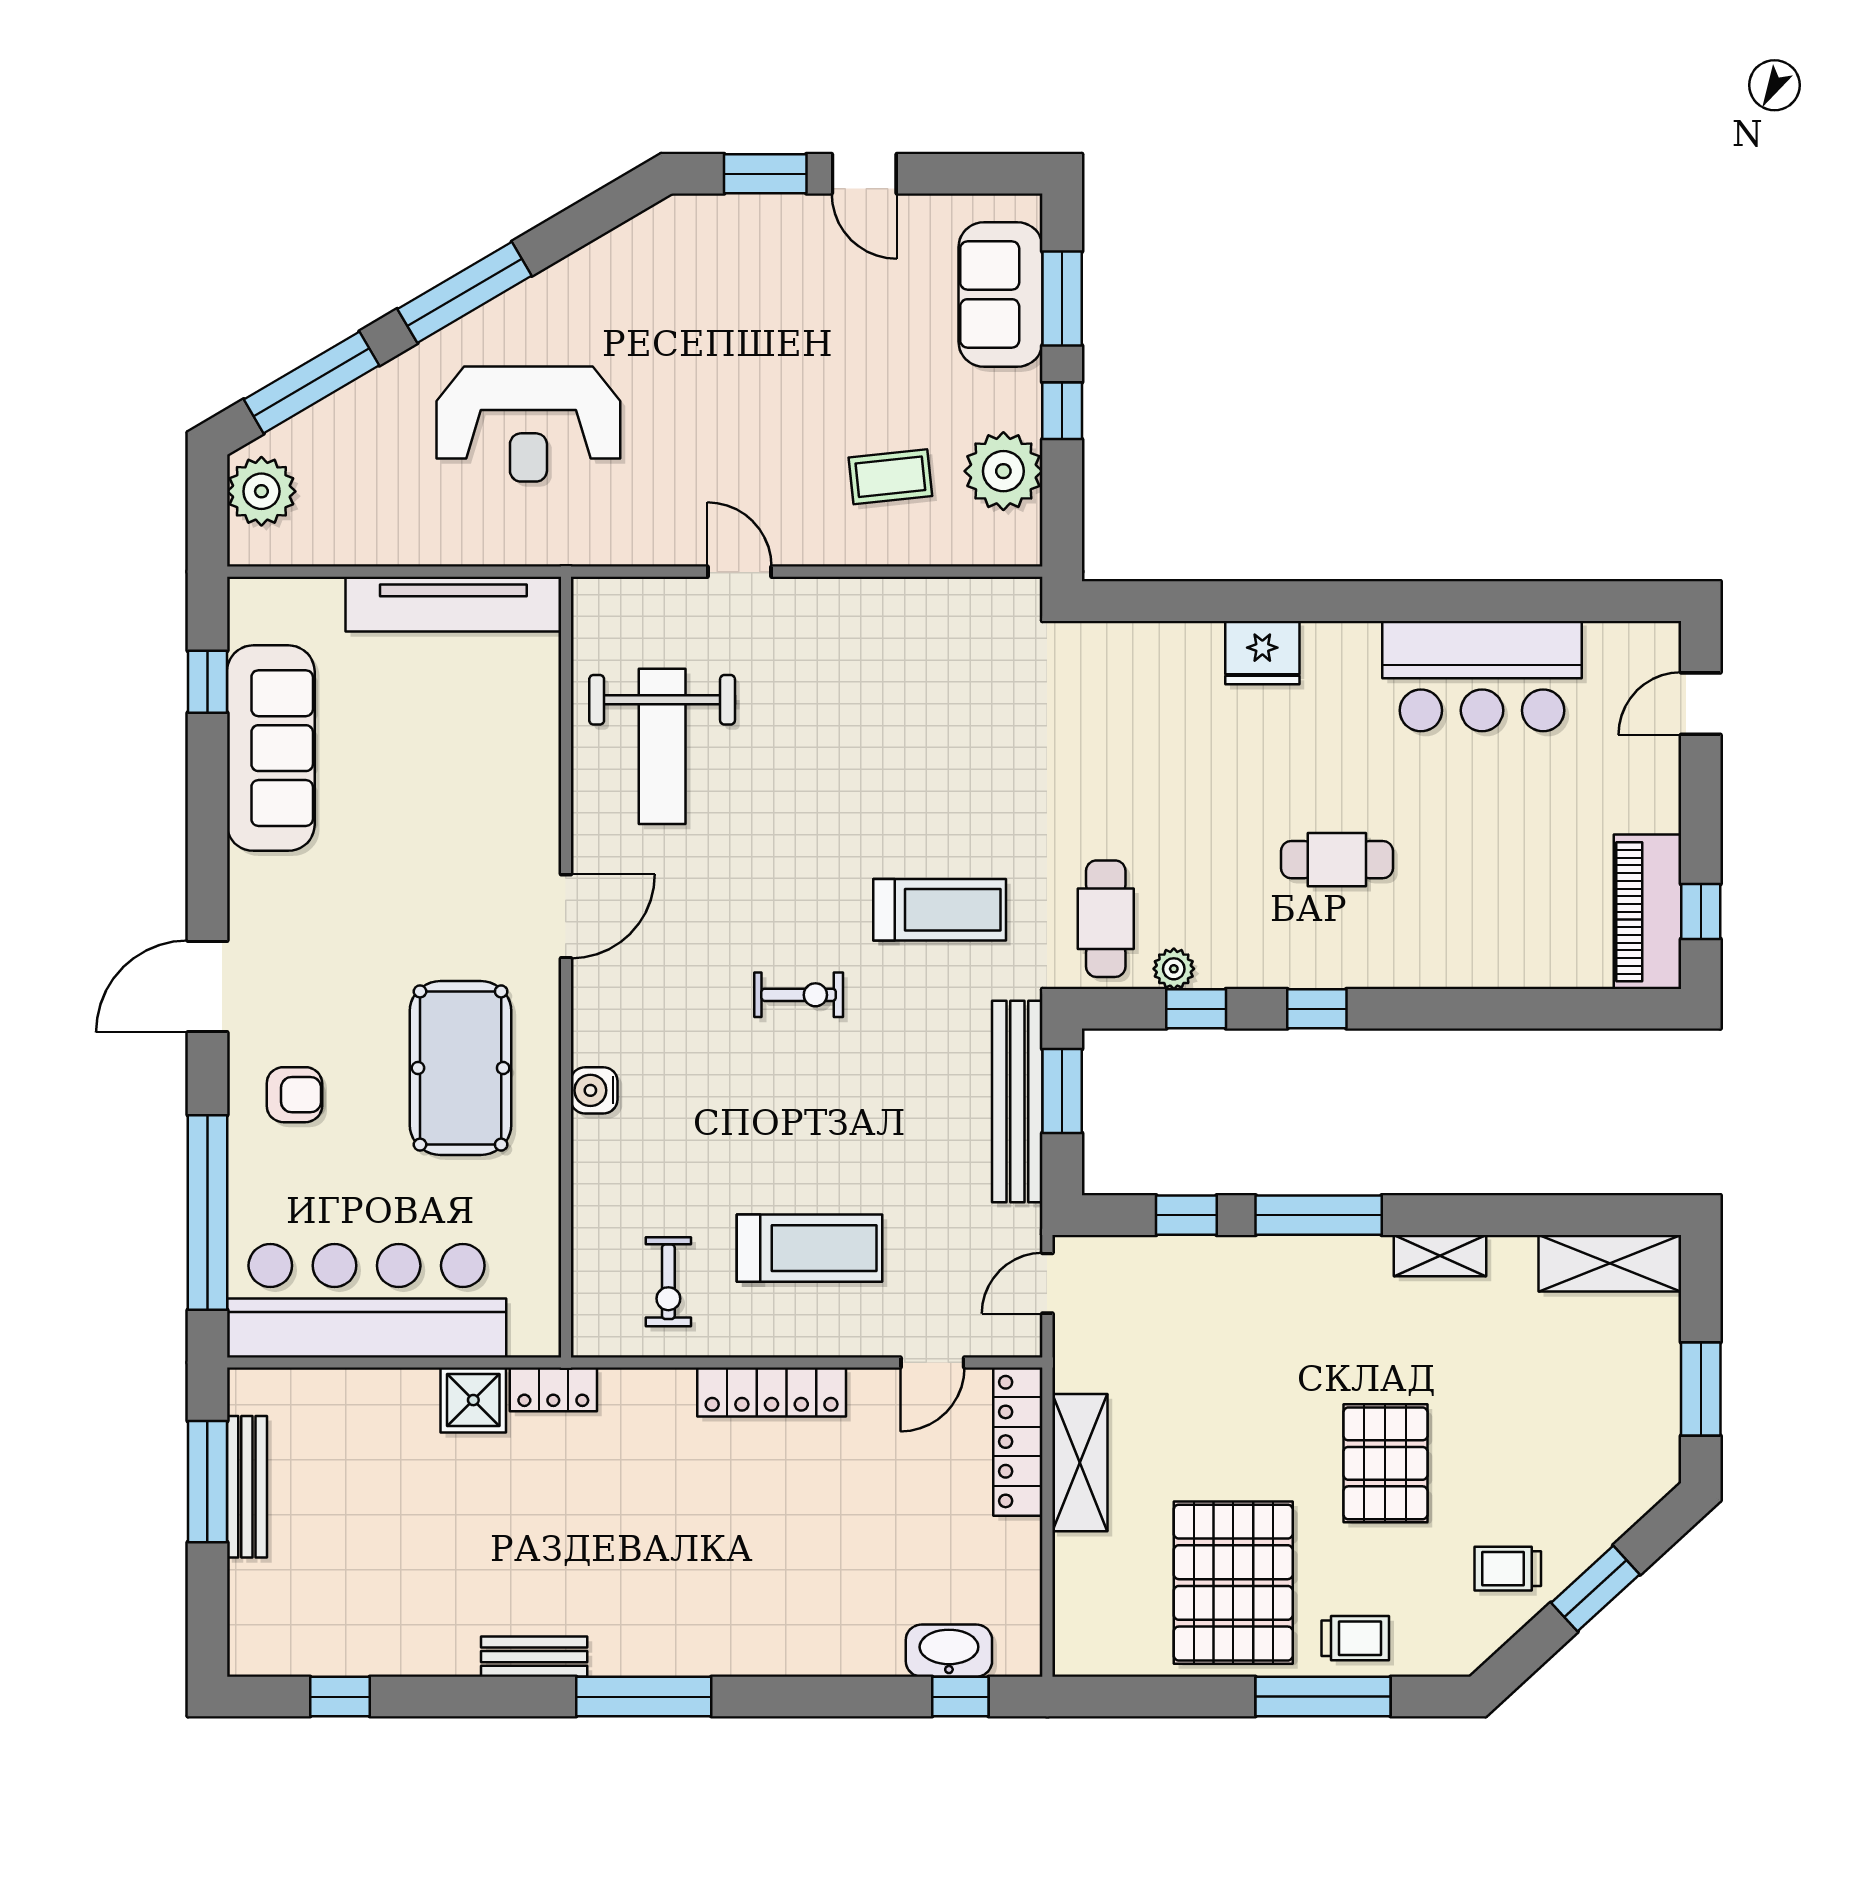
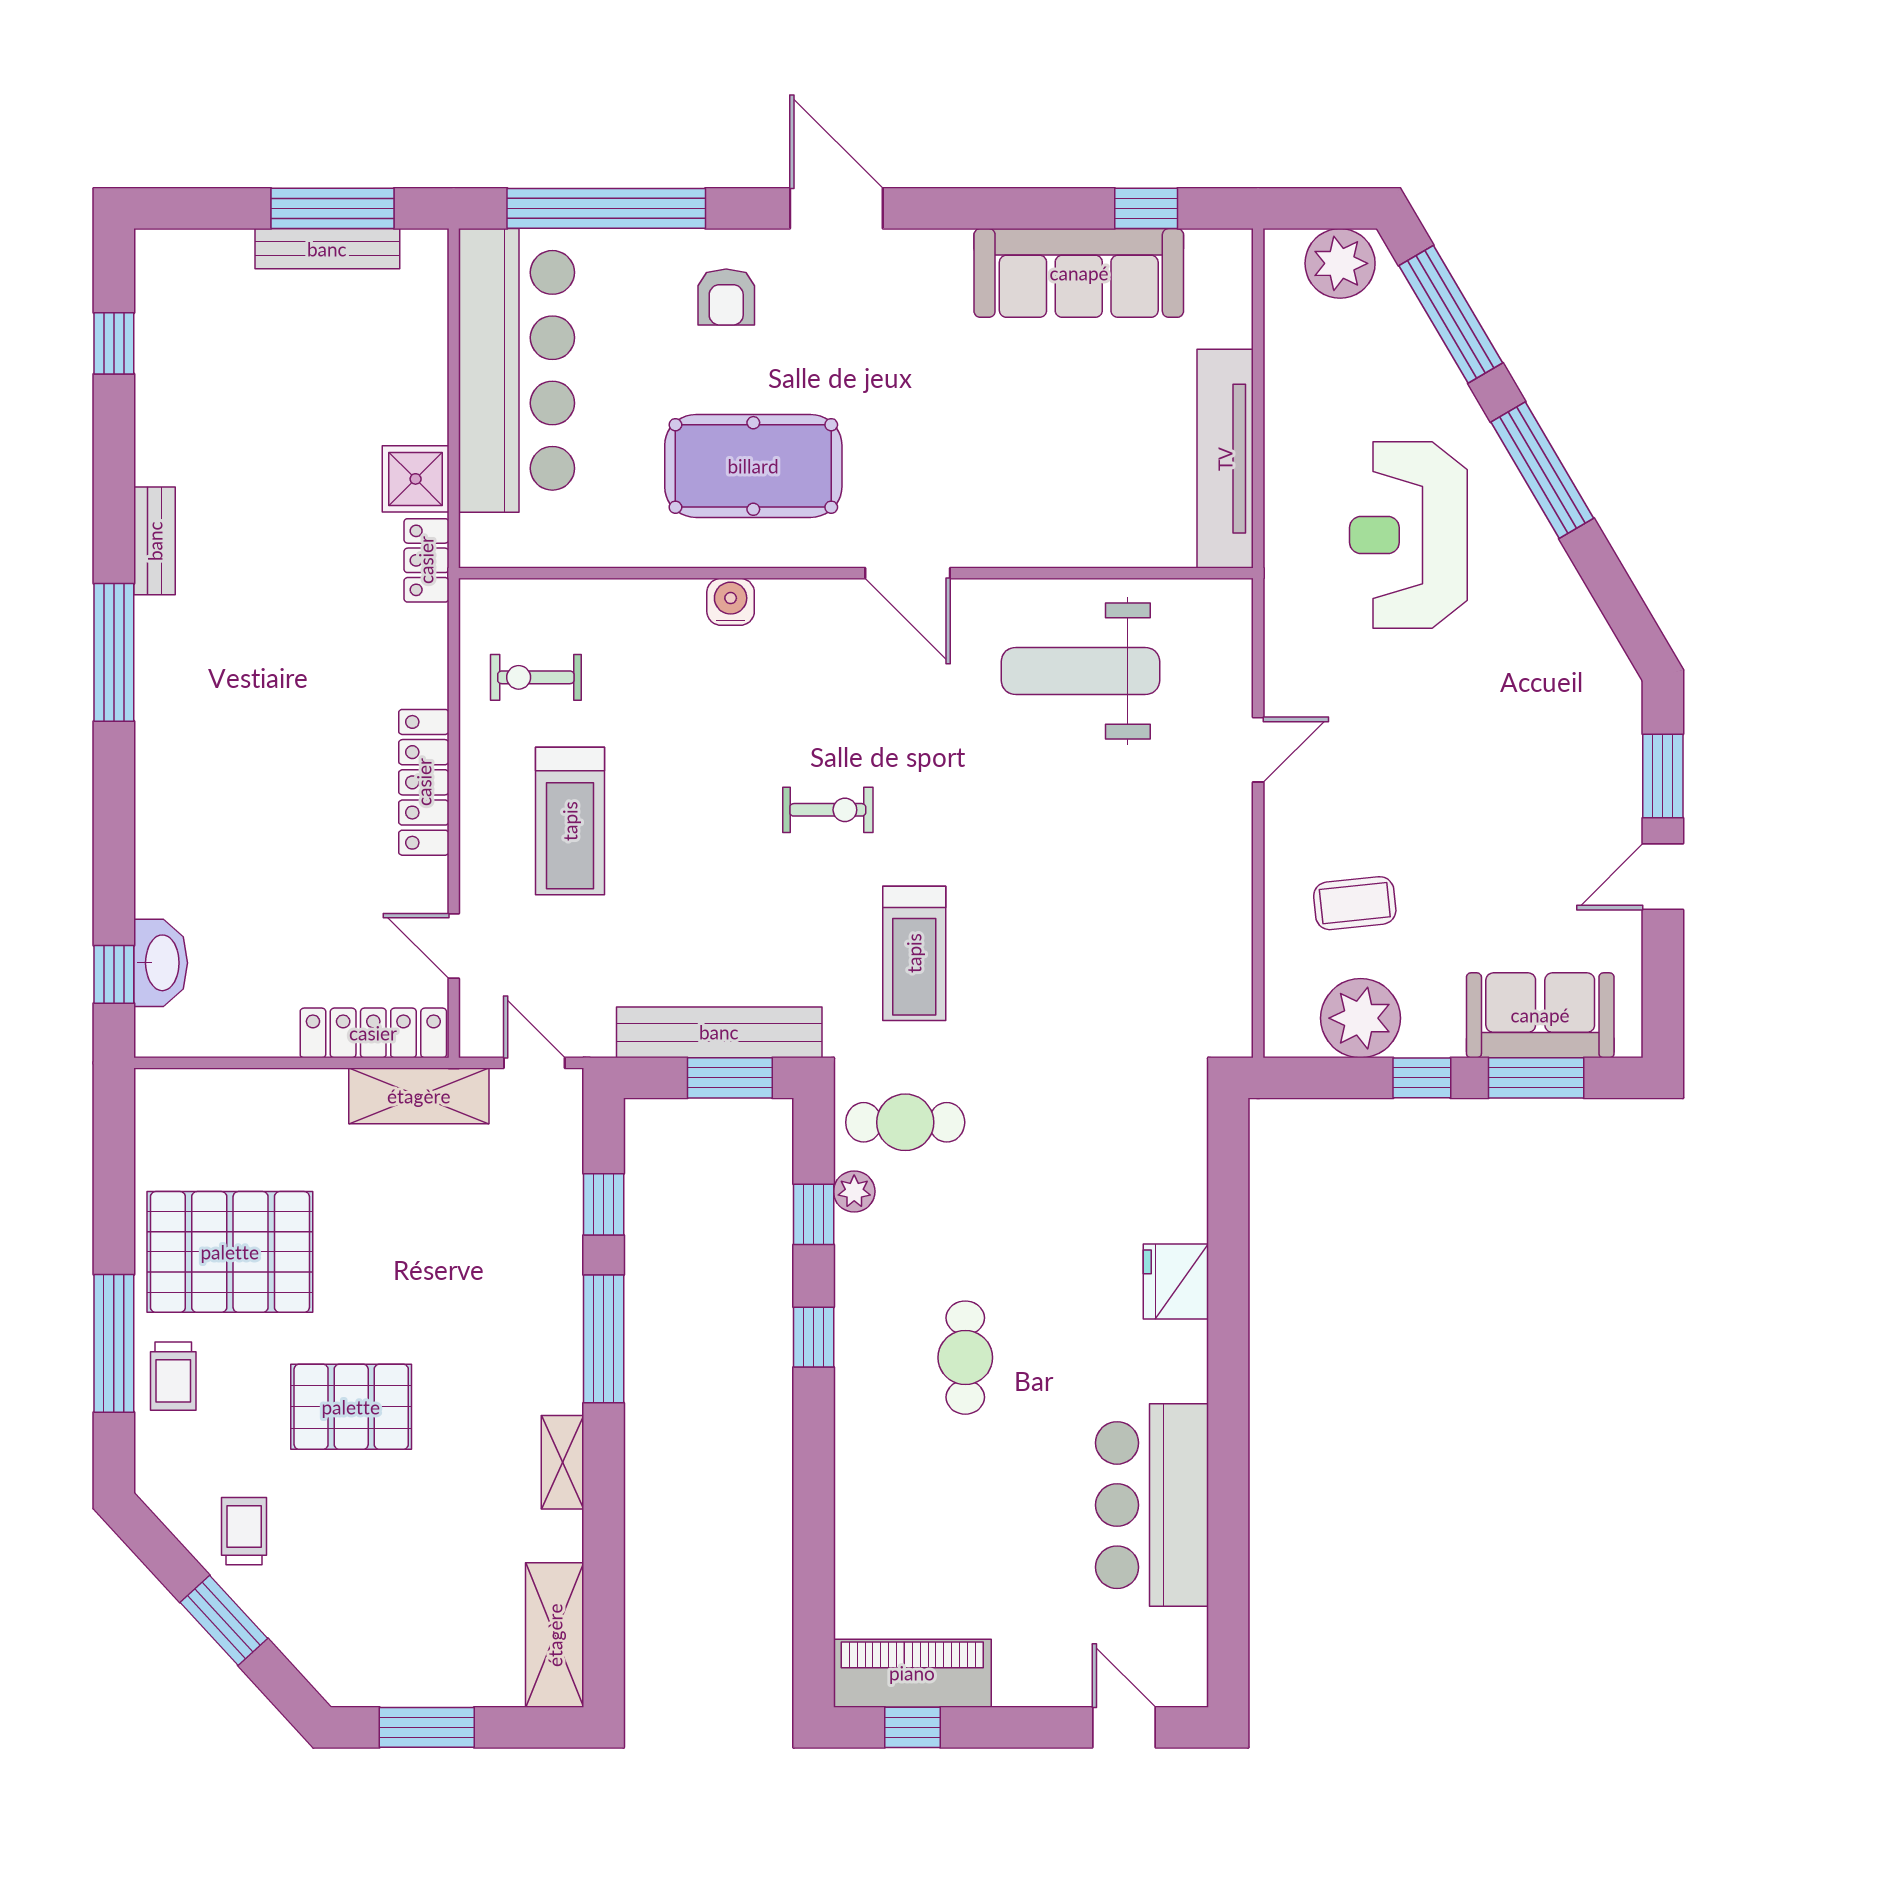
coffee table: (890, 477) -> (1355, 903), turned 90
exercise bike: (799, 995) -> (828, 810), turned -90
shelving: (1080, 1463) -> (419, 1096), moved

